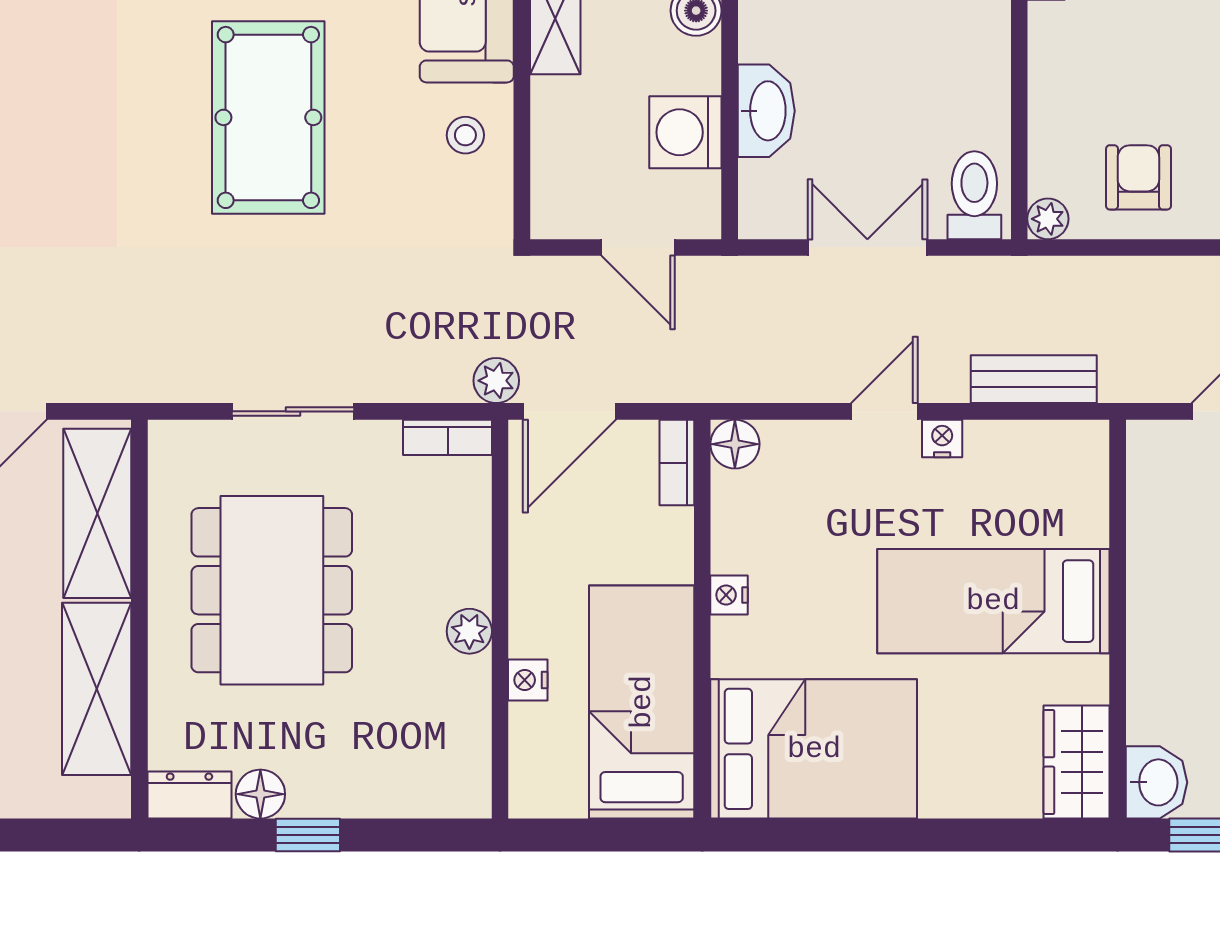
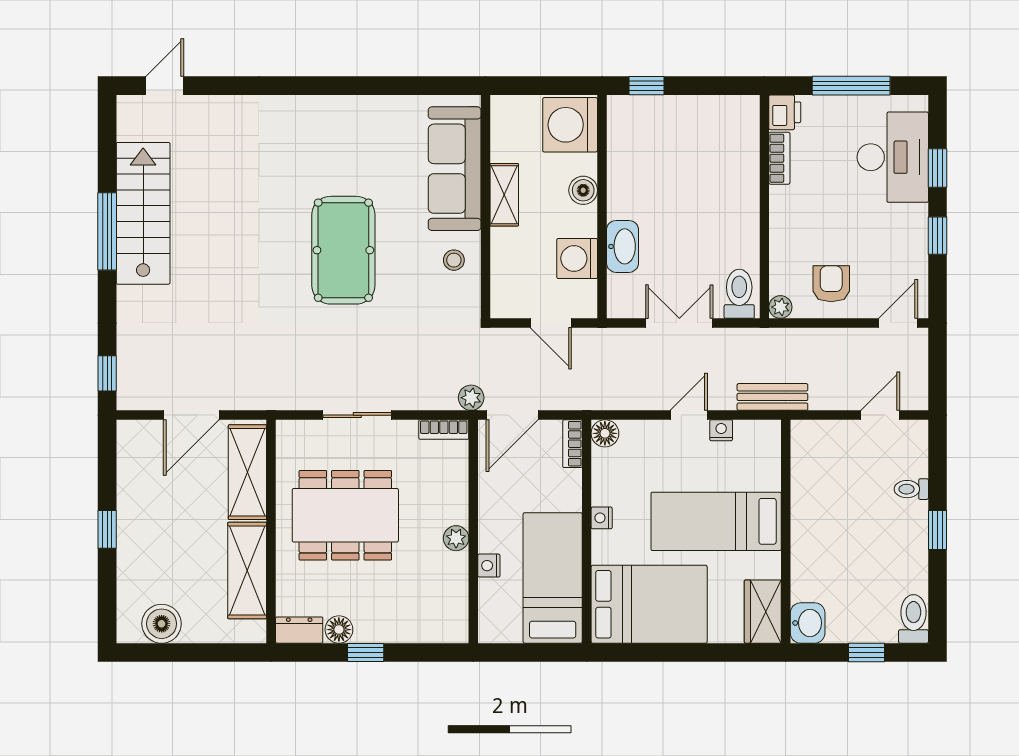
dining table: (272, 590) -> (345, 515), turned 90
bed: (993, 601) -> (716, 521), moved
wall: (1118, 619) -> (786, 531), moved
wardrobe: (1077, 762) -> (763, 612), moved
washbasin: (1156, 782) -> (808, 623), moved

